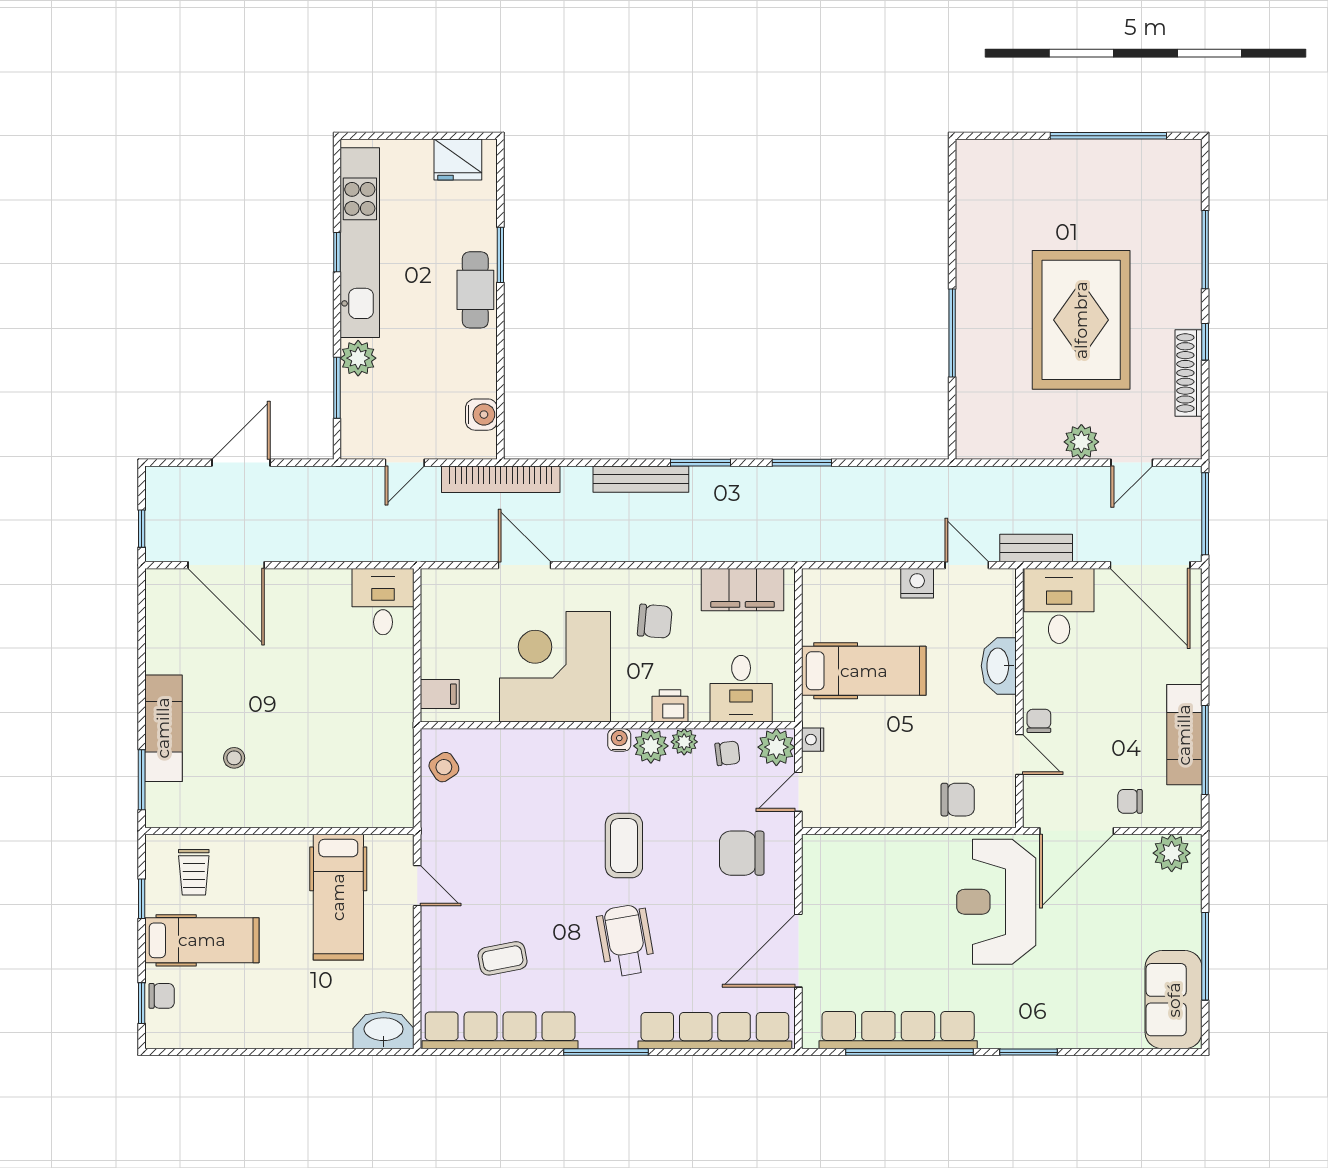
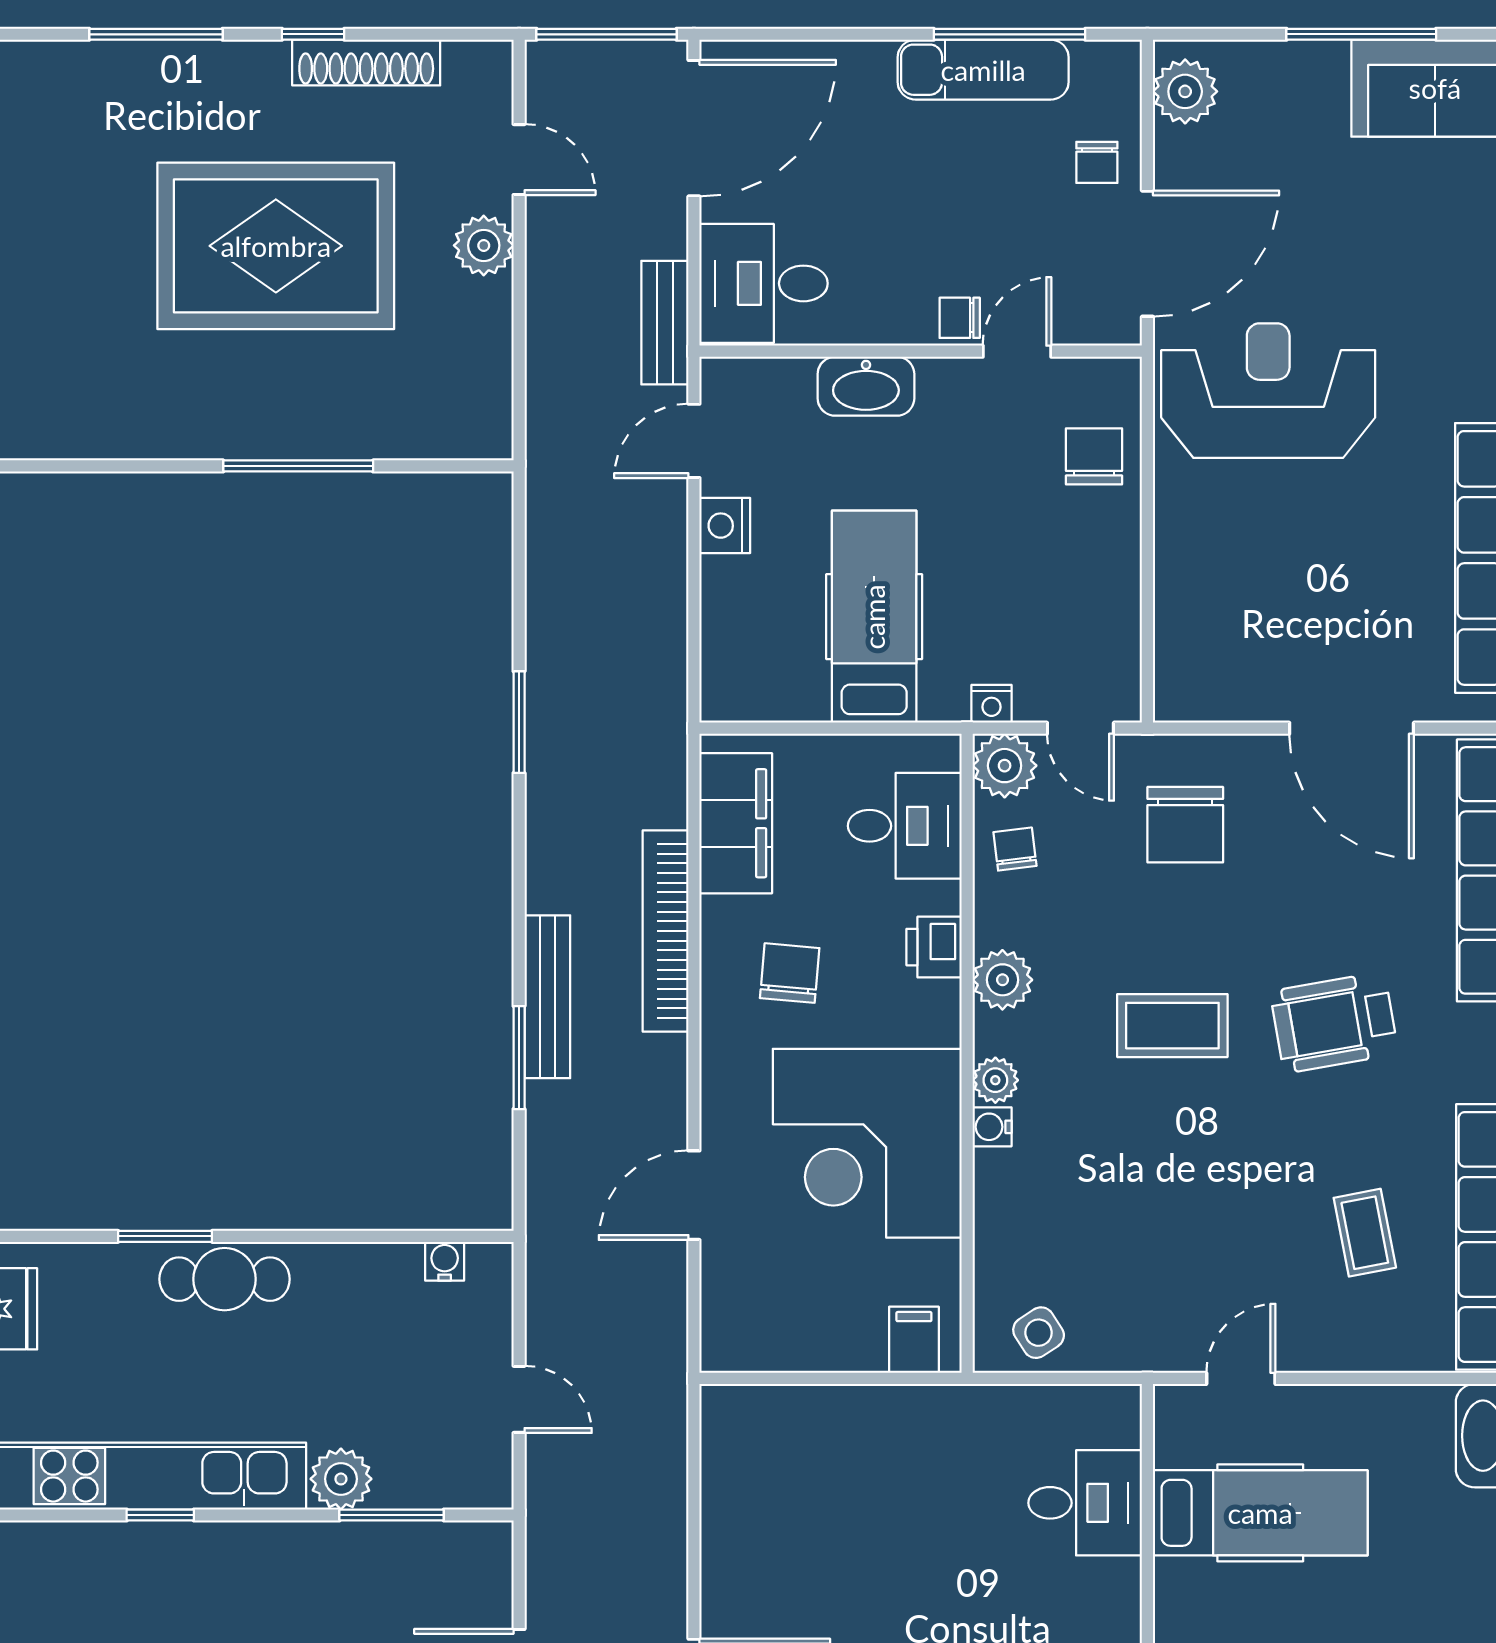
water cooler: (481, 415) -> (445, 1261), width x0.72, depth x0.72
window: (700, 463) -> (519, 1058), moved
bookcase: (501, 479) -> (666, 931), moved, turned 180
desk: (383, 602) -> (1085, 1503), moved, turned 180
water cooler: (619, 740) -> (992, 1127), moved
plant: (684, 742) -> (995, 1080), moved
door: (1077, 831) -> (1147, 254), hinge flipped
reception desk: (996, 902) -> (1268, 391), turned 180

